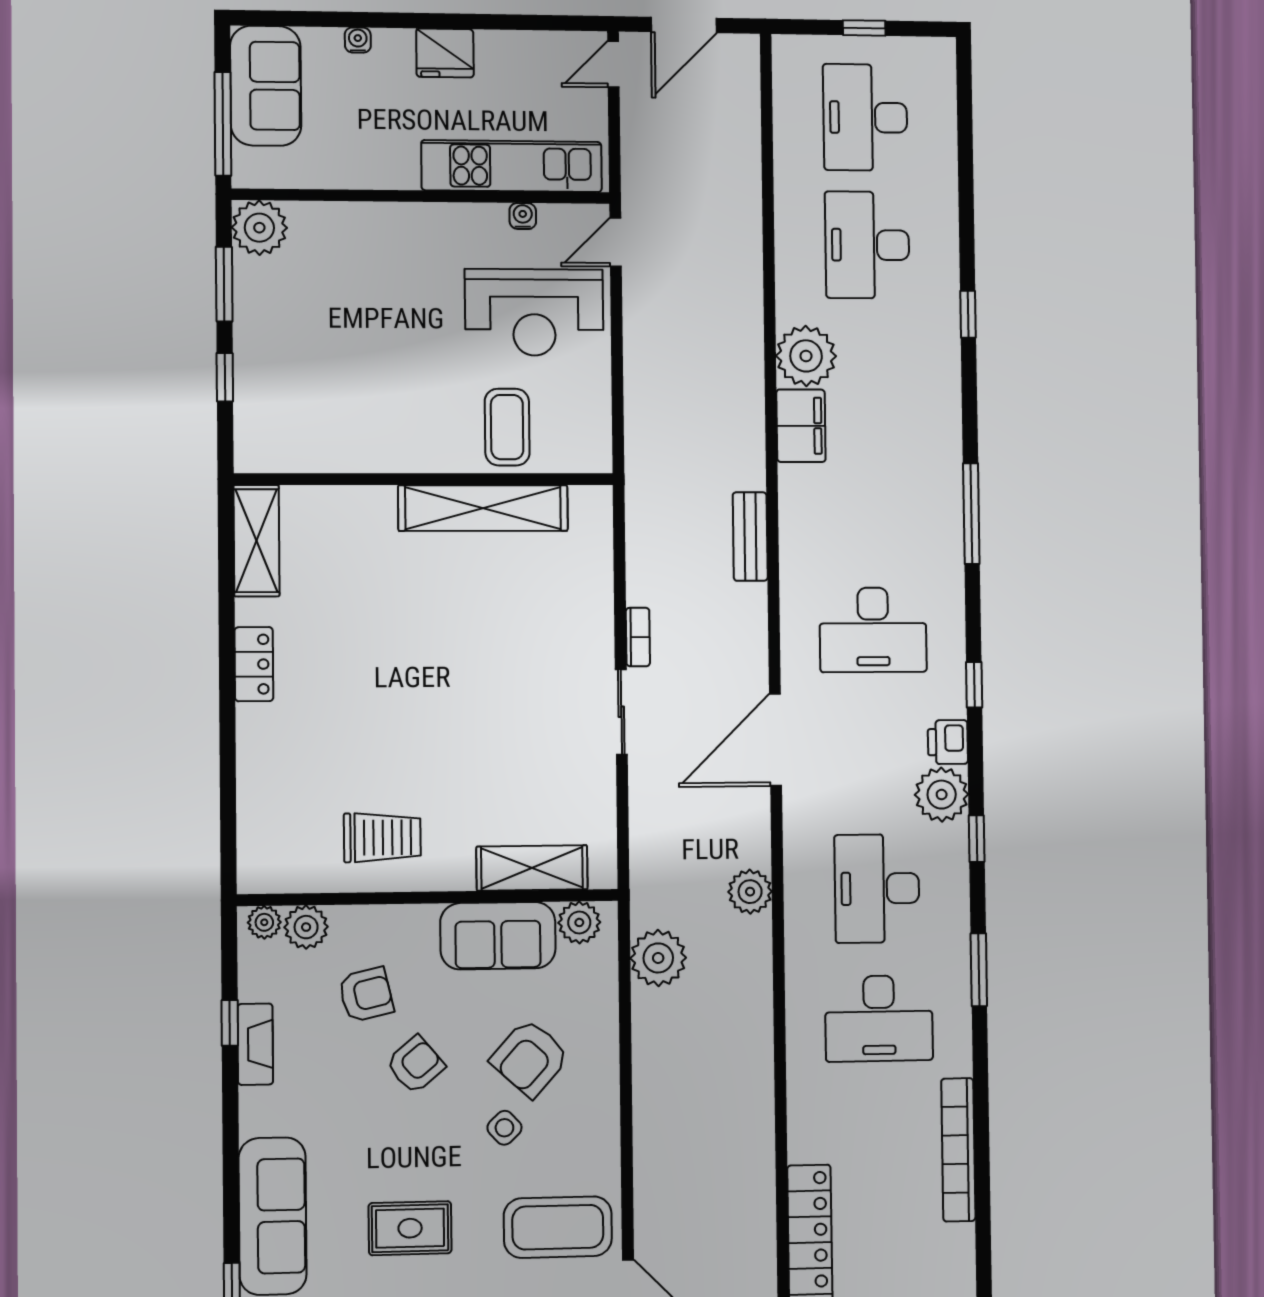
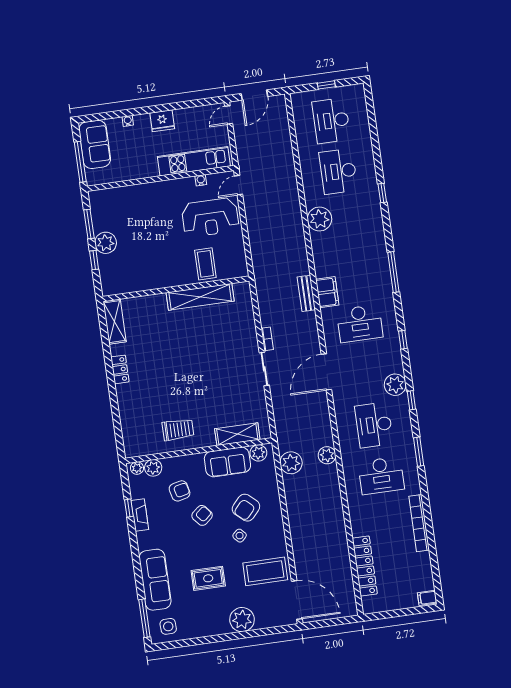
plant: (259, 228) -> (106, 243), moved
filing cabinet: (801, 426) -> (327, 292), moved
printer: (948, 742) -> (395, 364), removed
plant: (750, 892) -> (327, 455), moved

